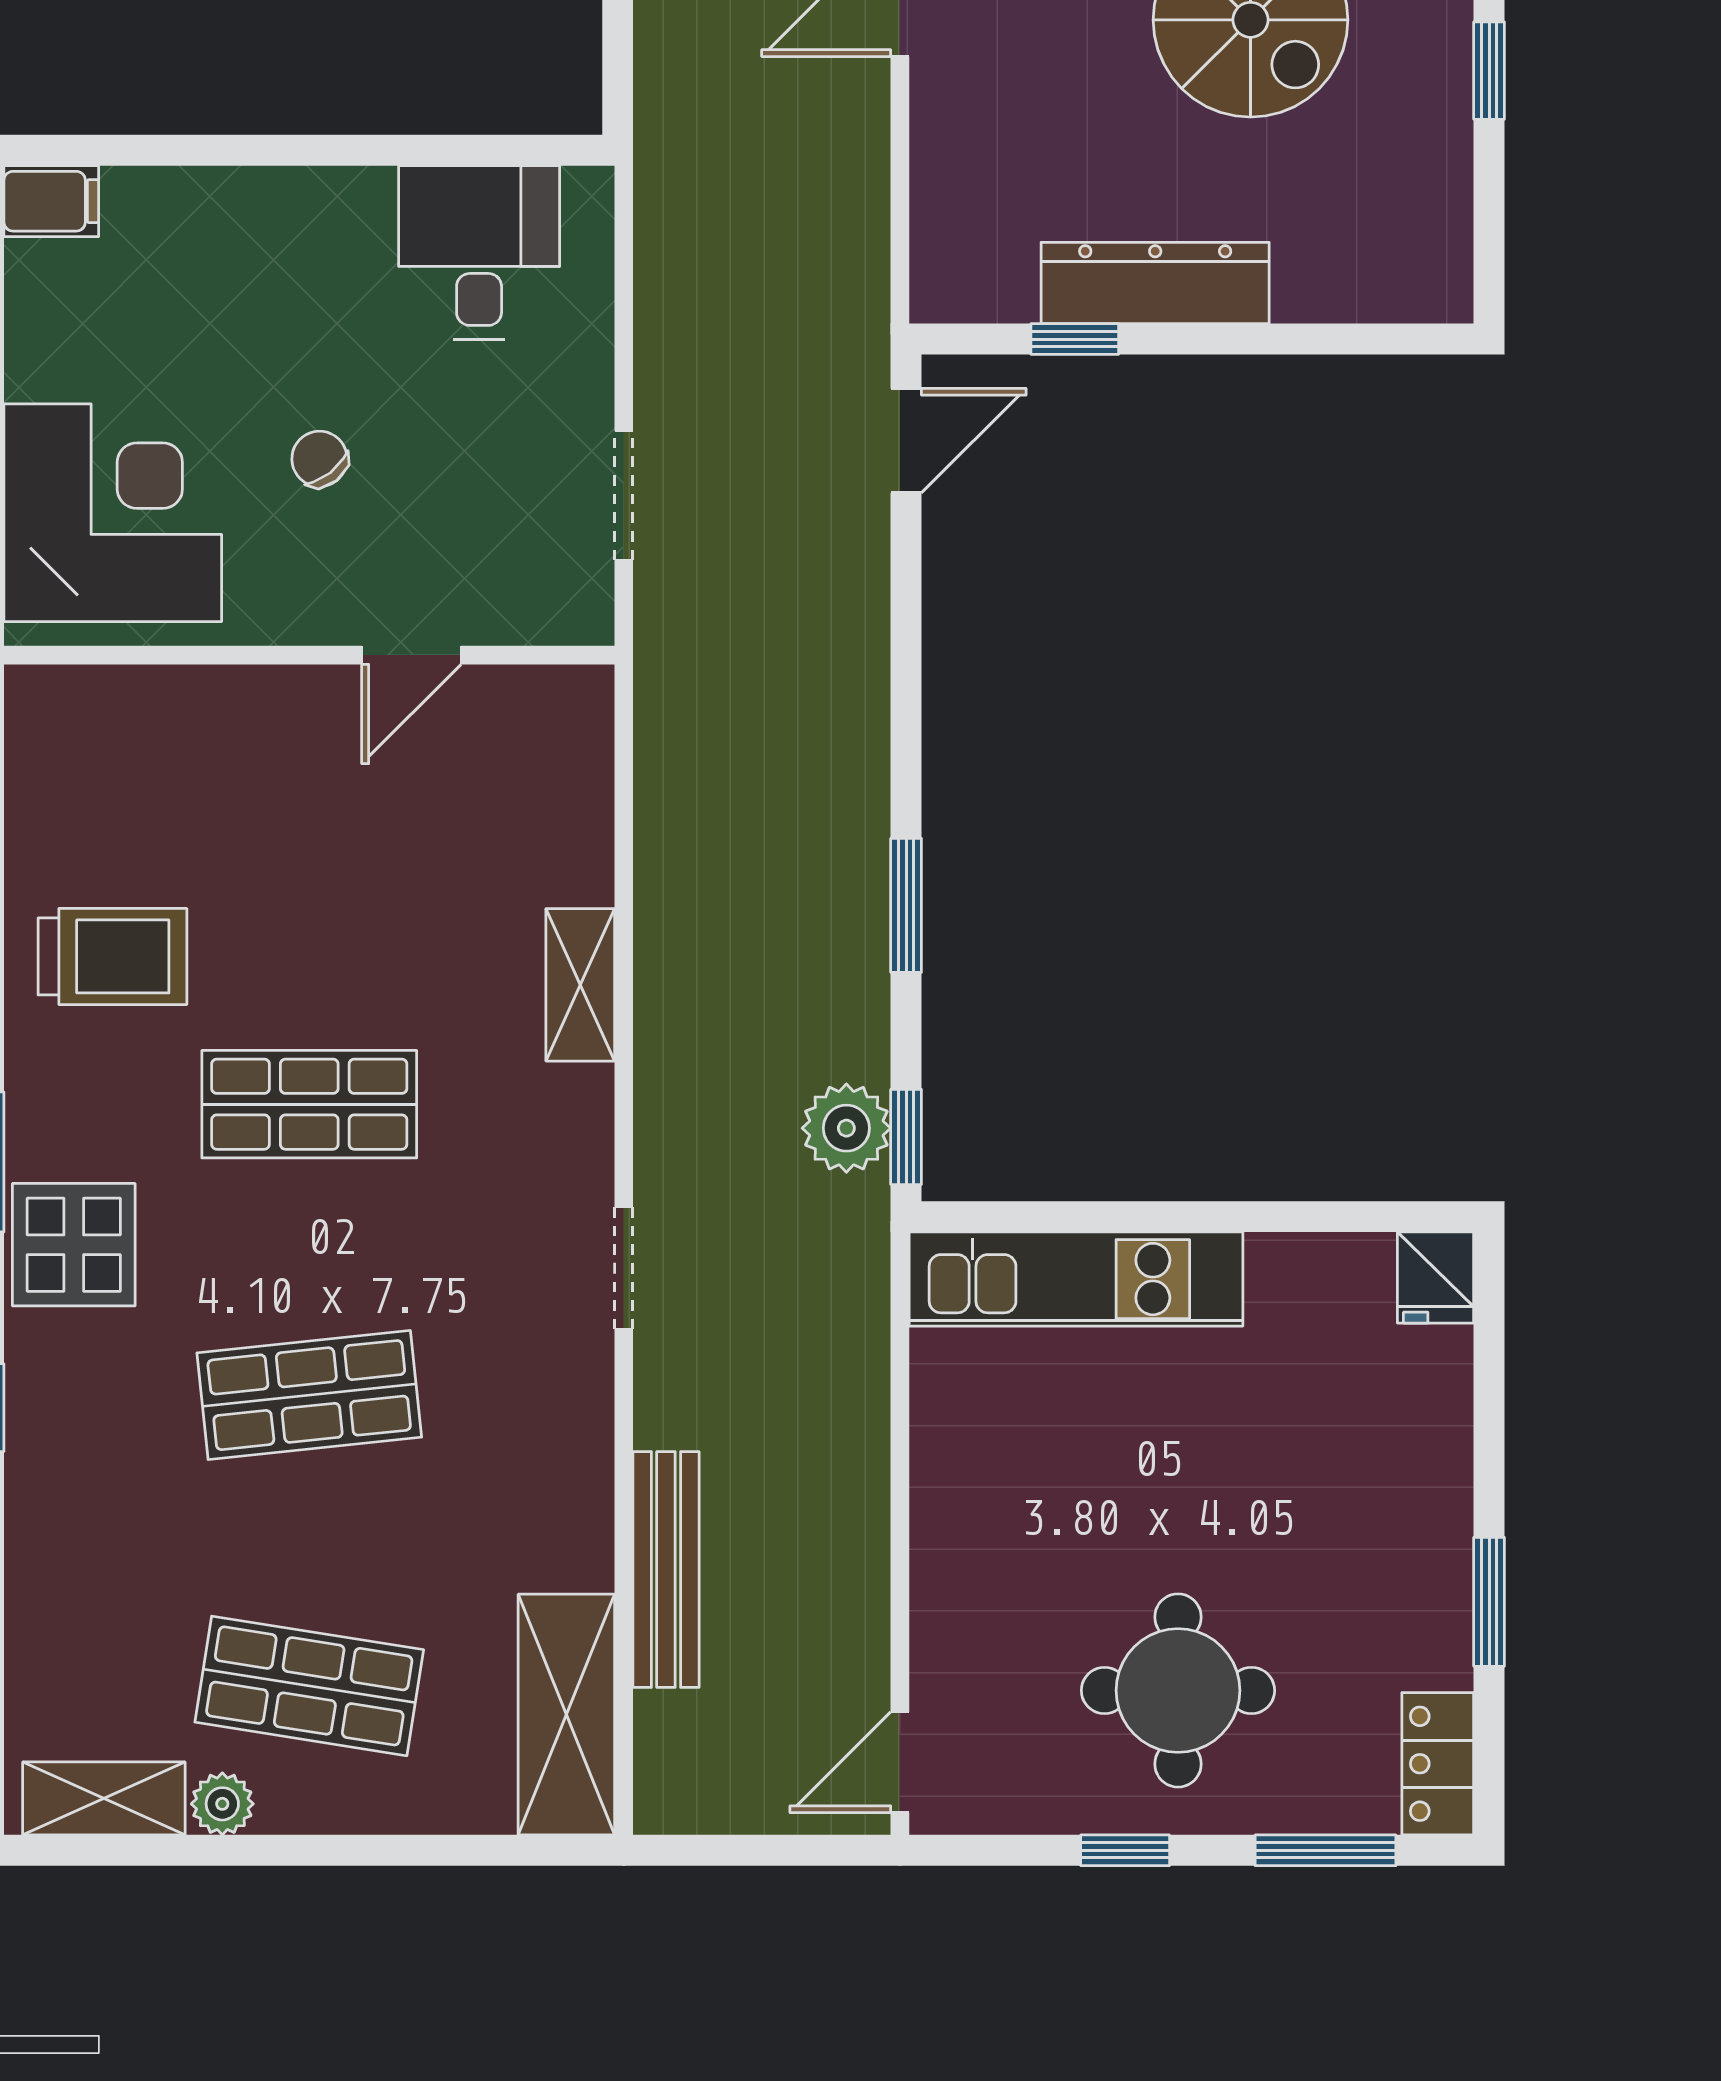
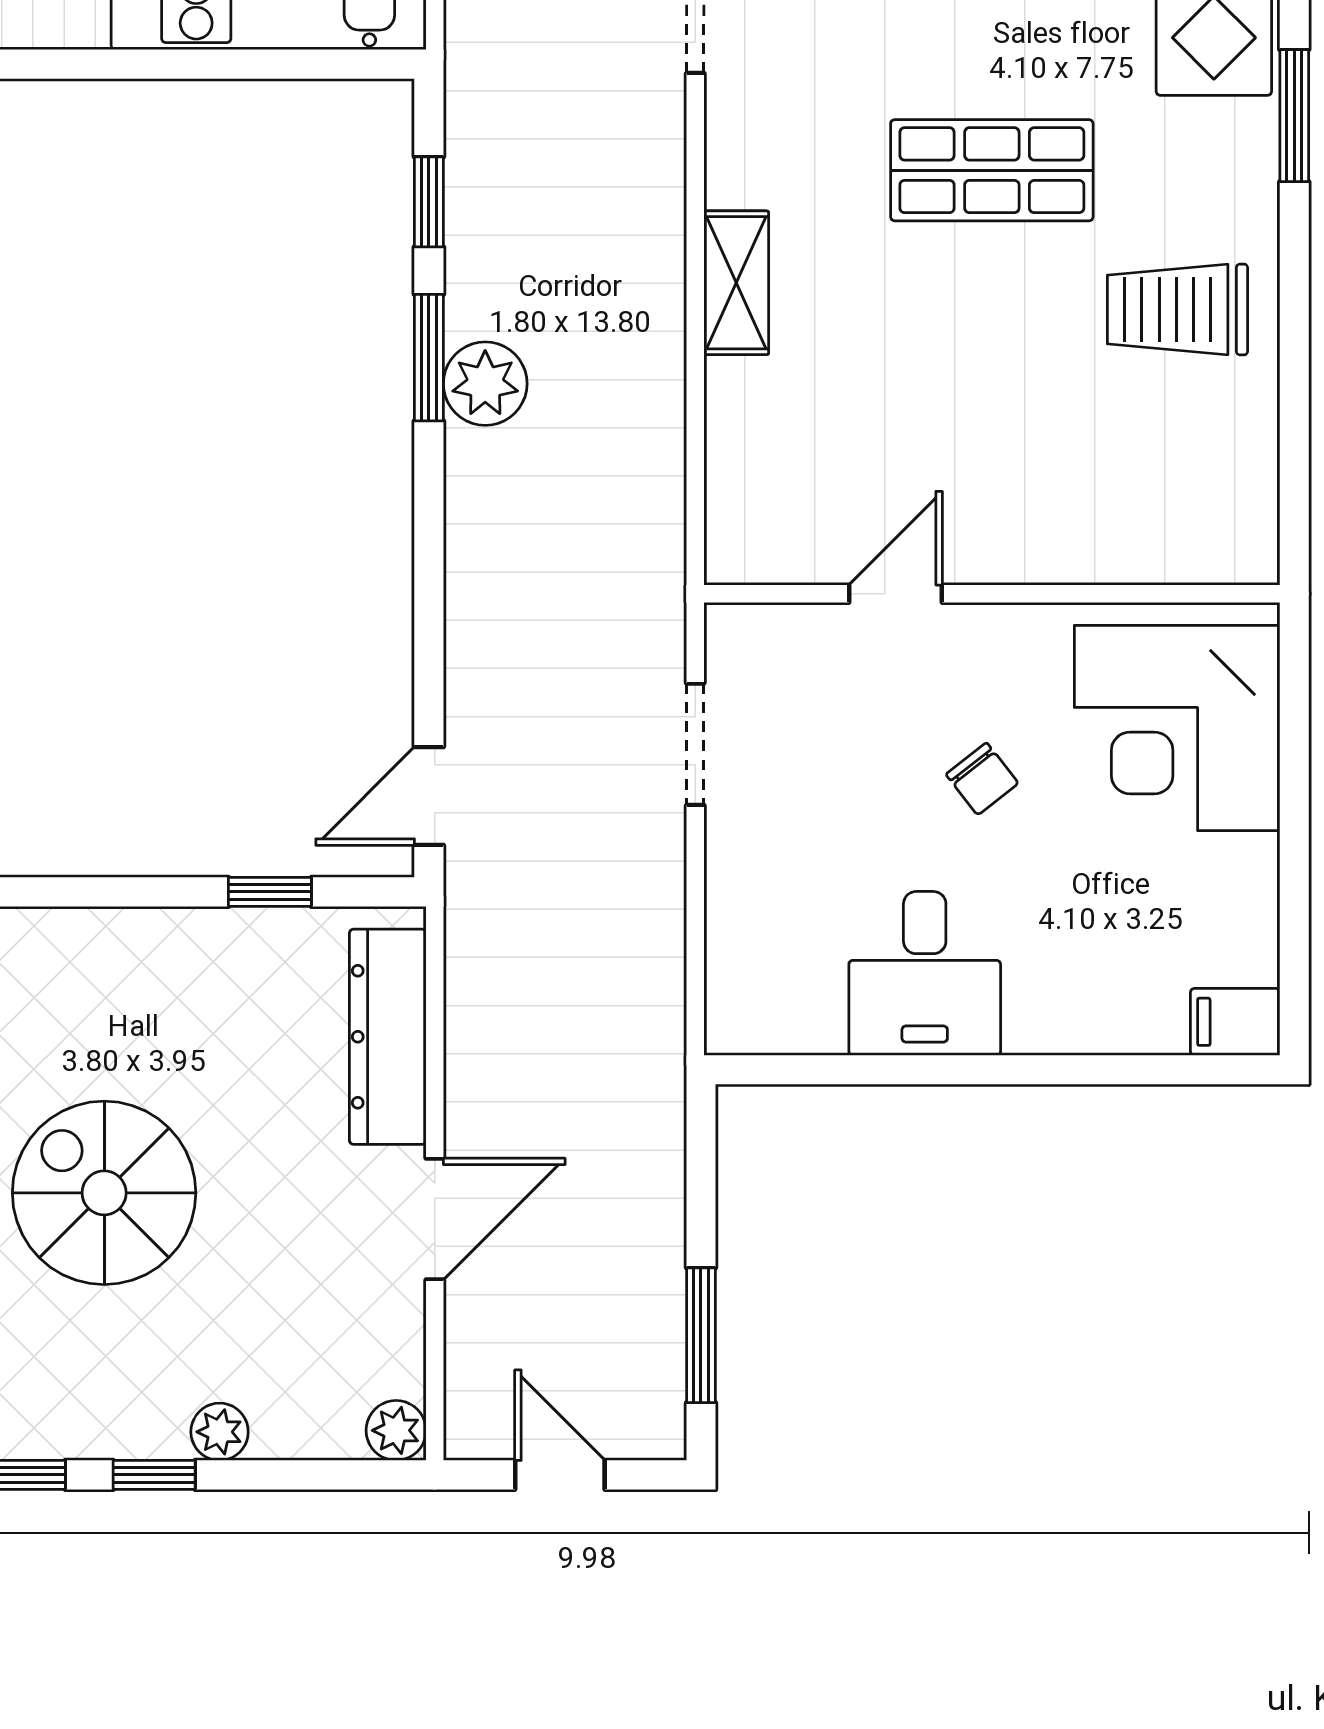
desk: (479, 253) -> (925, 973), moved
dresser: (1155, 283) -> (388, 1037), moved, turned 90
plant: (846, 1128) -> (485, 384), moved
window: (906, 1137) -> (429, 202), moved

